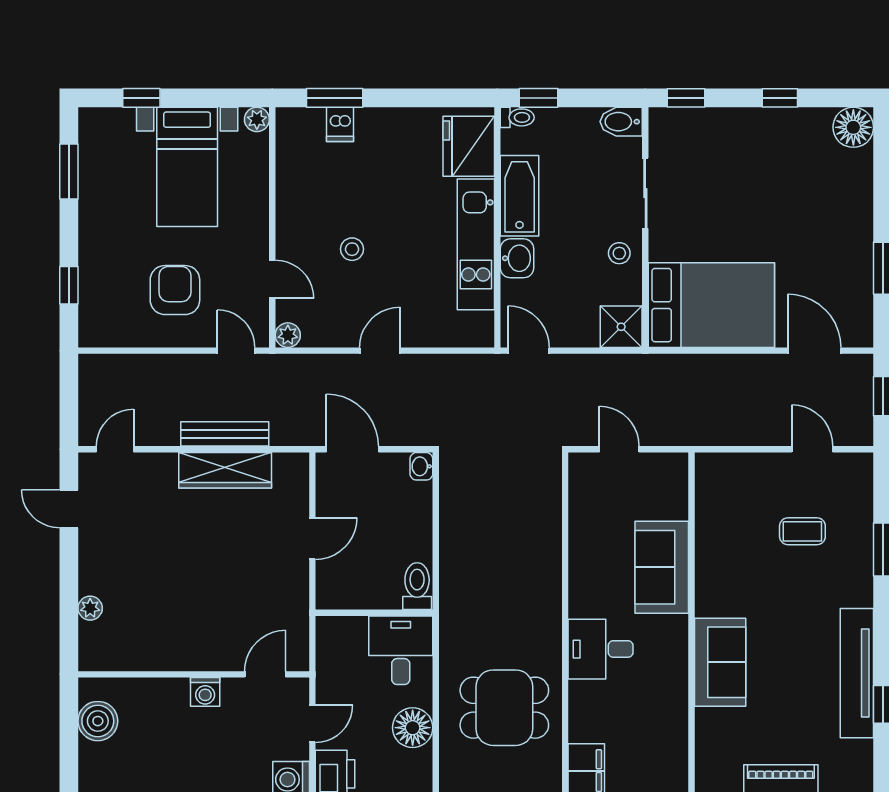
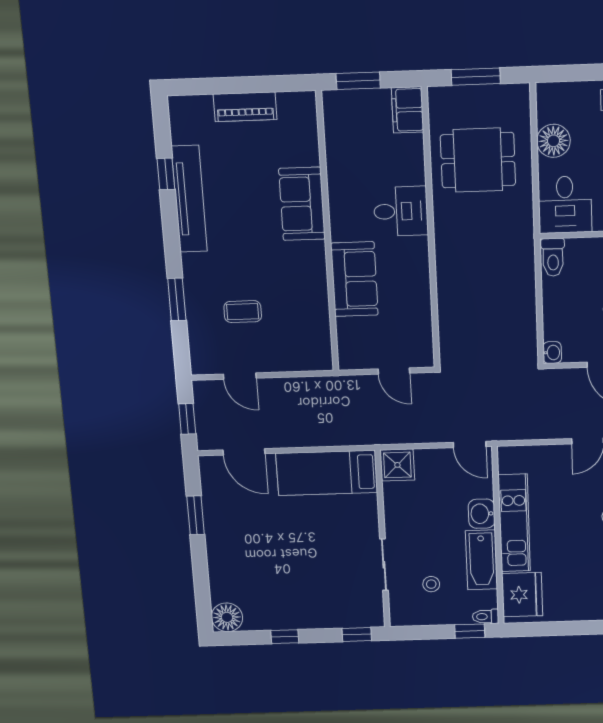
bidet: (621, 122) -> (405, 616), removed
stool: (619, 253) -> (431, 584), moved
bed: (711, 305) -> (327, 473), width x0.67

